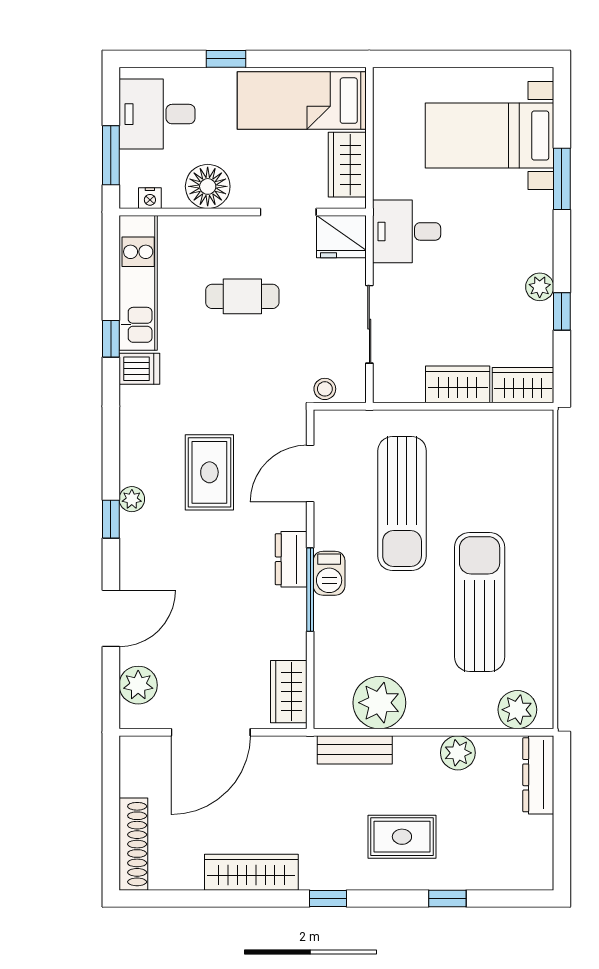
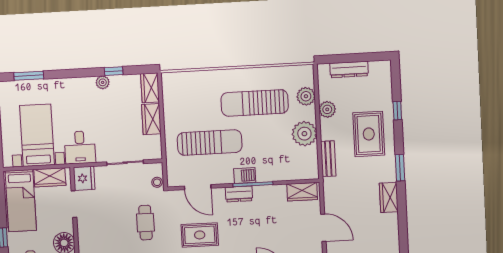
bed with nightstands: (490, 136) -> (37, 135), moved, turned 180
window: (562, 179) -> (29, 76), moved
cafe table: (242, 296) -> (145, 223), moved
plant: (379, 703) -> (304, 134), moved
plant: (517, 710) -> (306, 96), moved
door: (211, 732) -> (323, 228), width x0.73
dresser: (538, 775) -> (349, 69), moved
rug: (402, 837) -> (369, 134), width x1.36, depth x1.43
wardrobe: (251, 872) -> (389, 197), width x0.67
window: (328, 898) -> (400, 168), width x1.50

